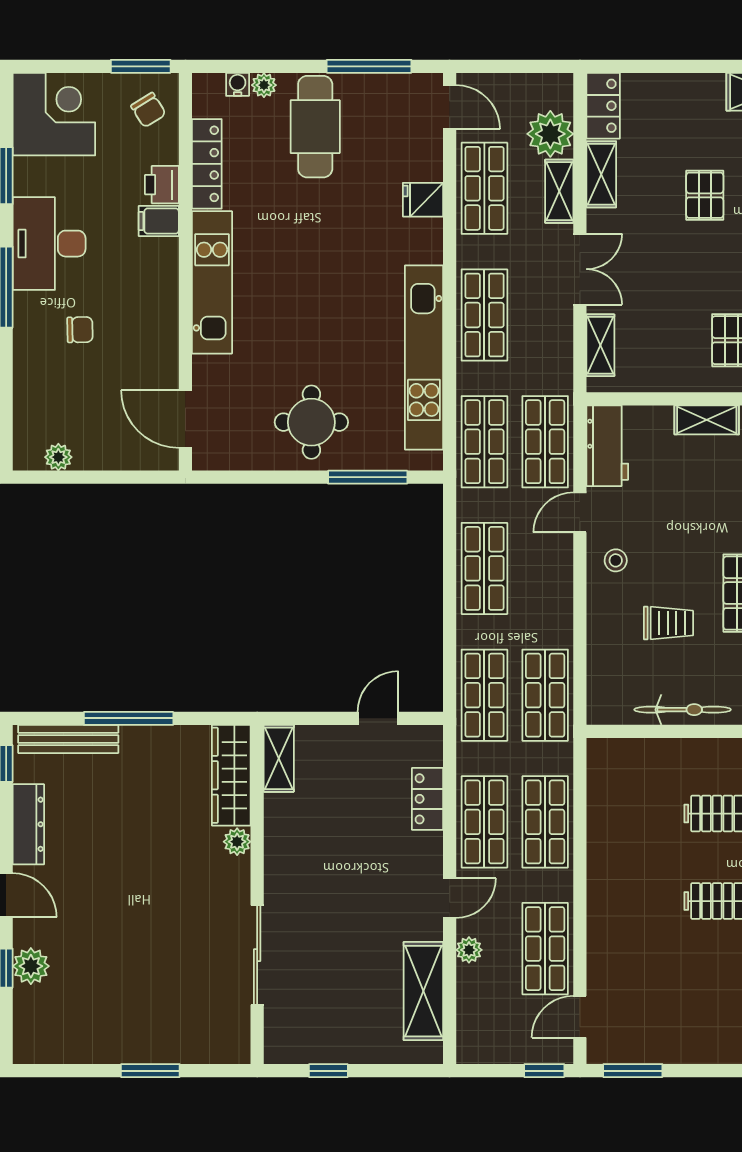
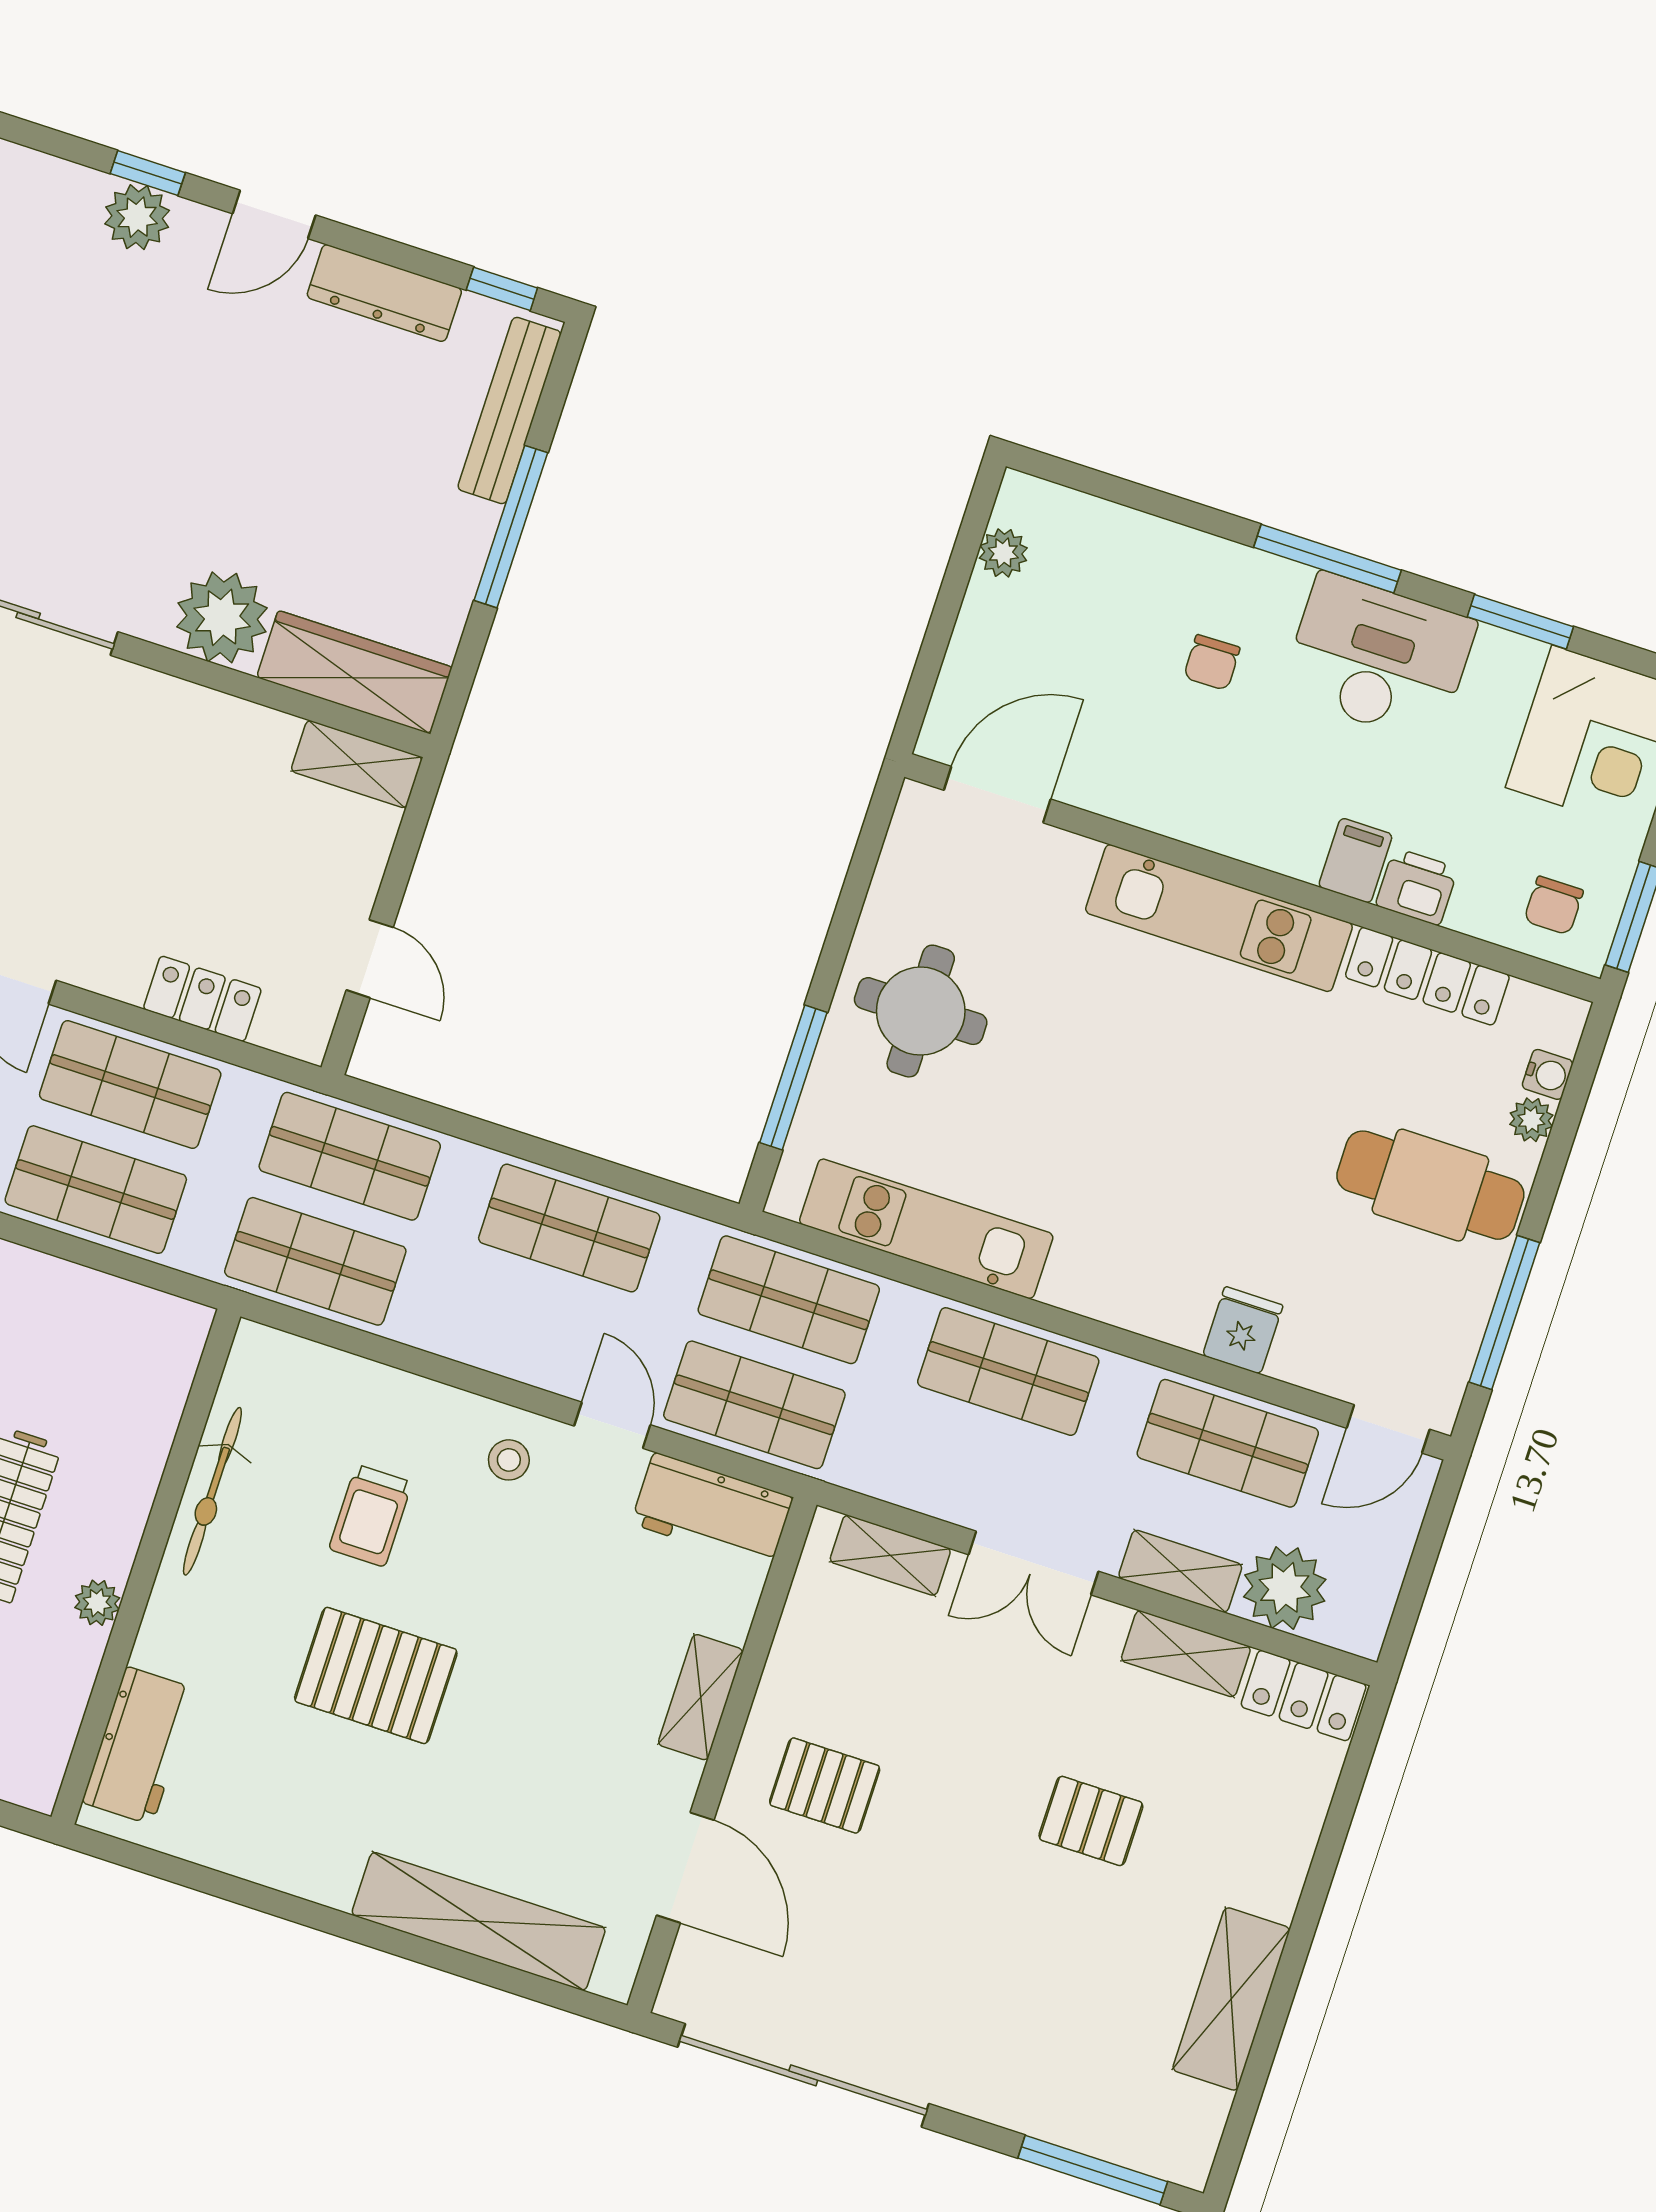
chair: (148, 110) -> (1554, 906), turned -58
kitchen unit: (424, 358) -> (926, 1229), width x0.73
plant: (237, 842) -> (222, 617), width x1.88, depth x1.88

